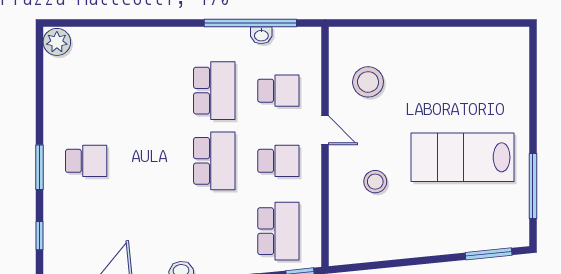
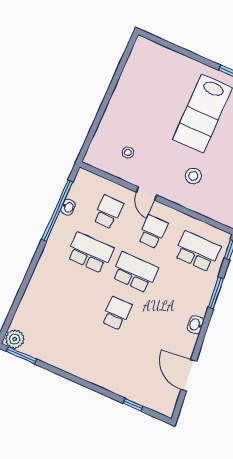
stool: (368, 82) -> (128, 152), width x0.53, depth x0.53
door: (325, 130) -> (147, 194), swing flipped
school desk: (86, 161) -> (117, 313), moved
window: (40, 167) -> (21, 355), moved

